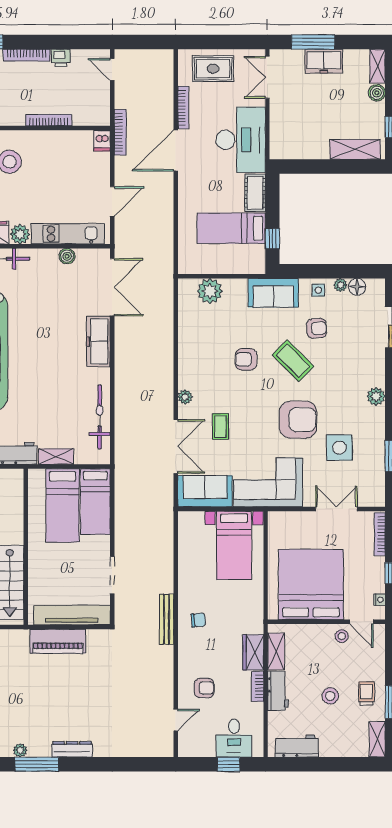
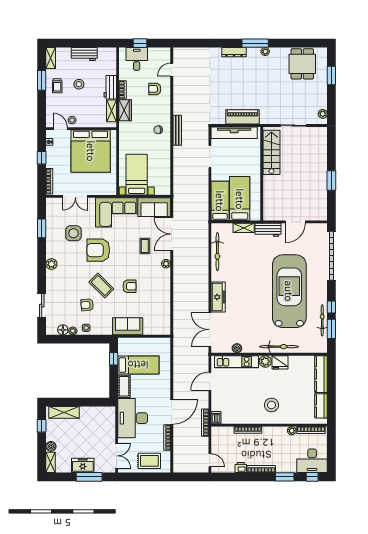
plant: (210, 291) -> (151, 327), removed
sofa: (273, 293) -> (128, 326), moved
workbench: (297, 746) -> (84, 54), moved

